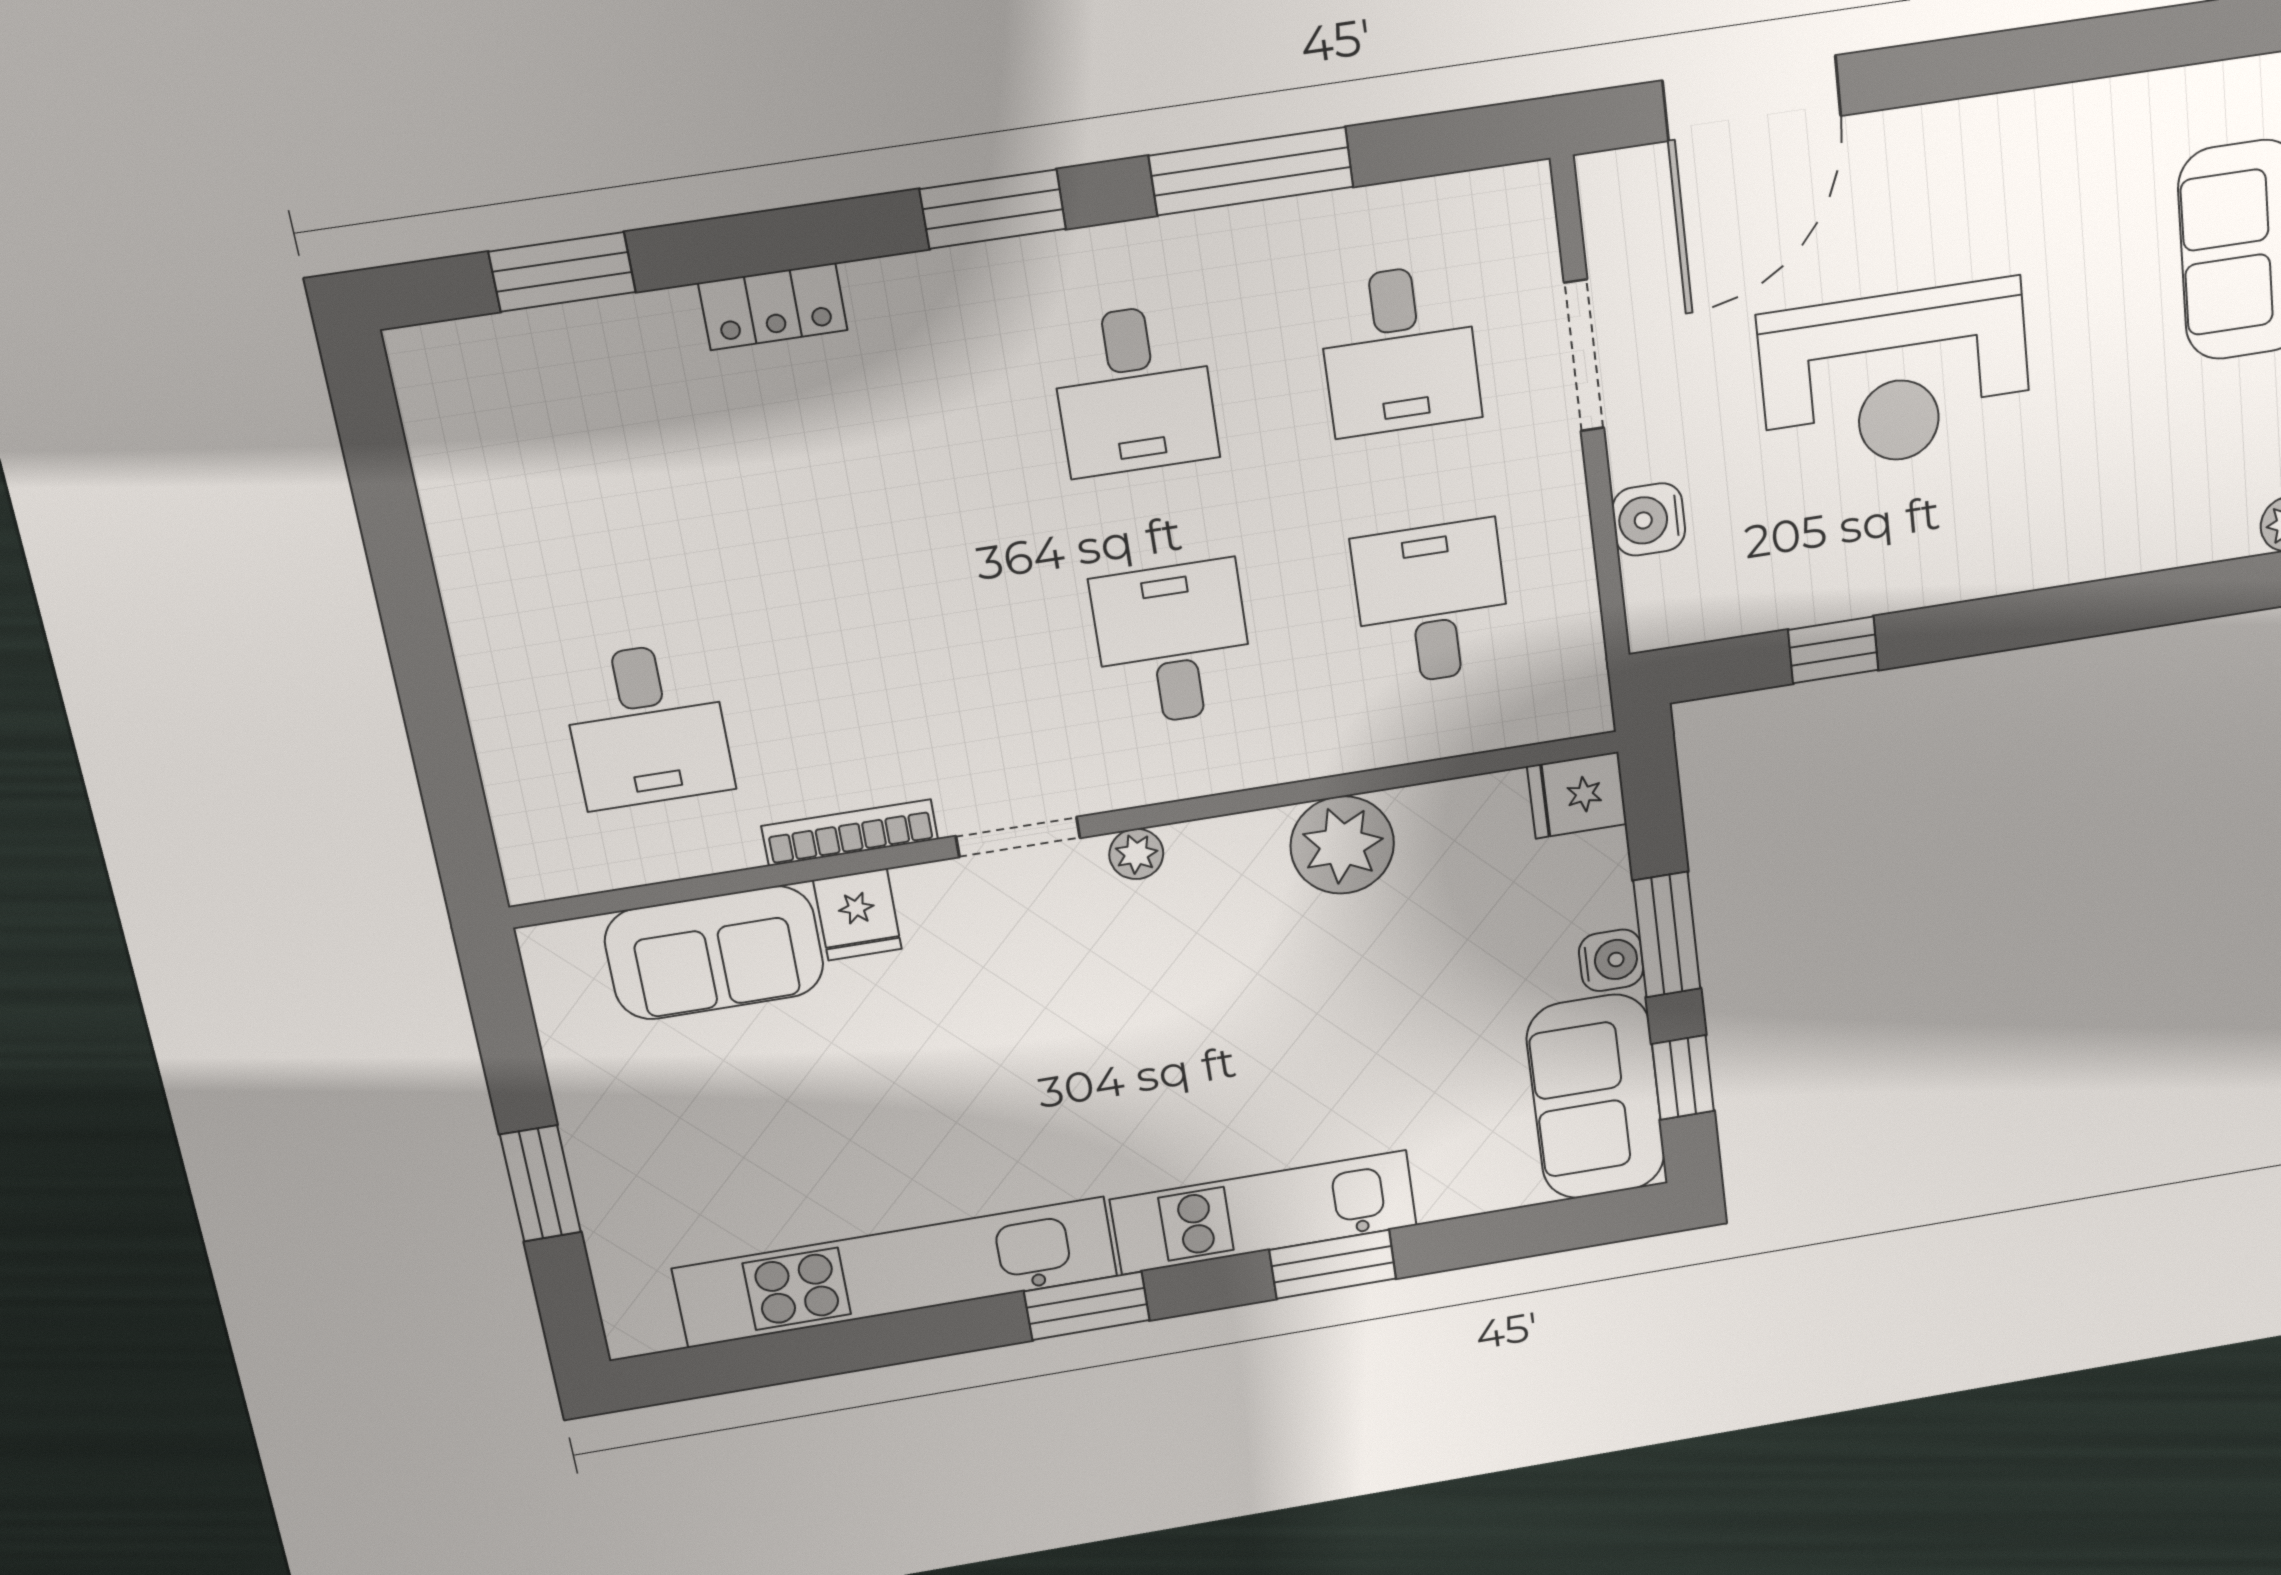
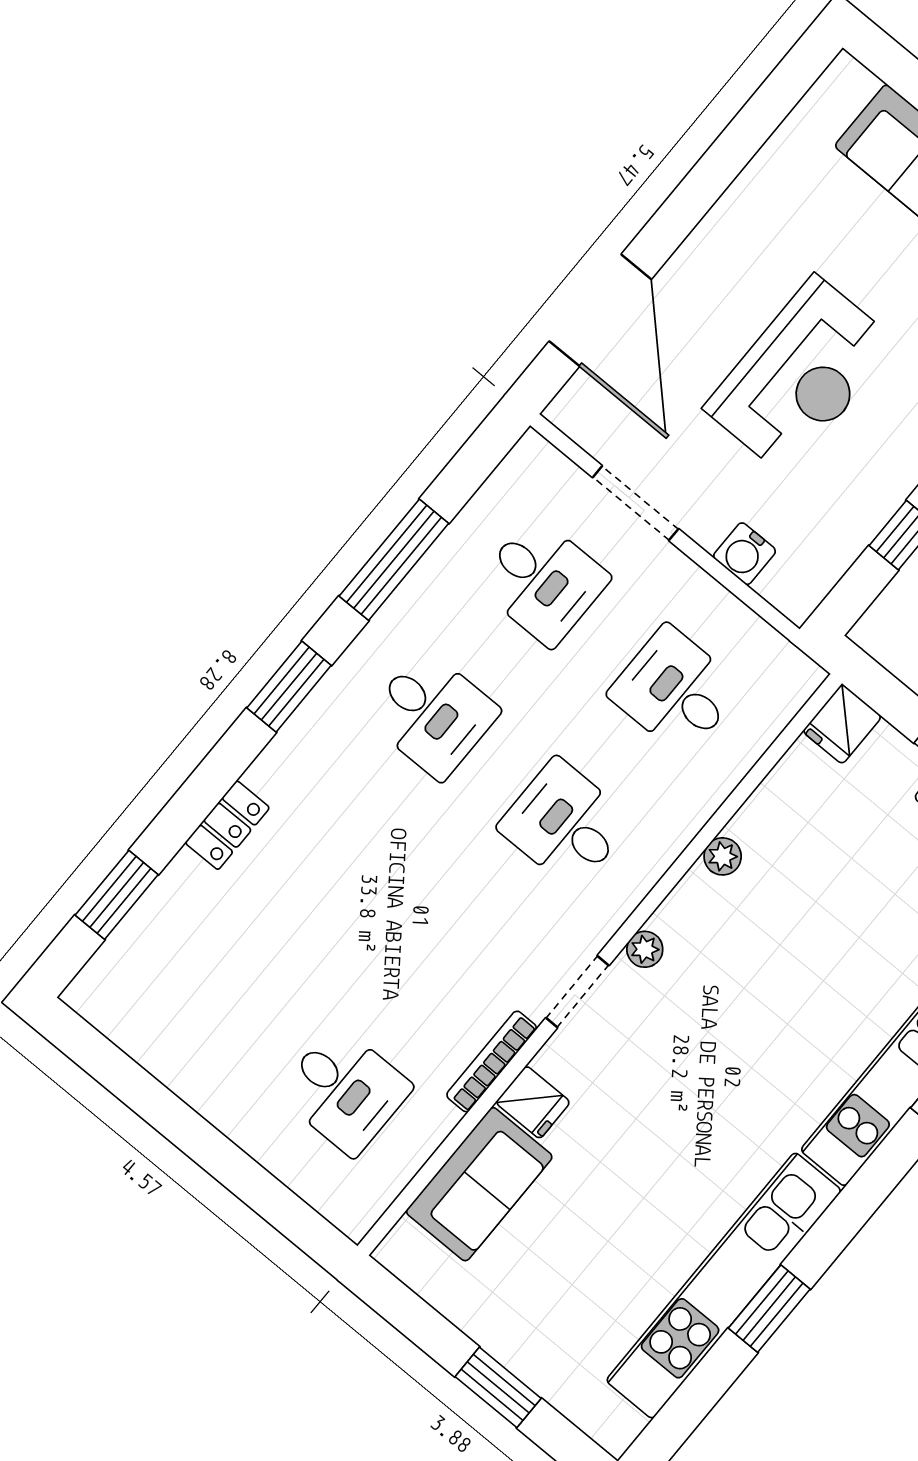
plant: (1342, 845) -> (723, 856), width x0.53, depth x0.53
window: (1087, 1306) -> (769, 1309), moved

